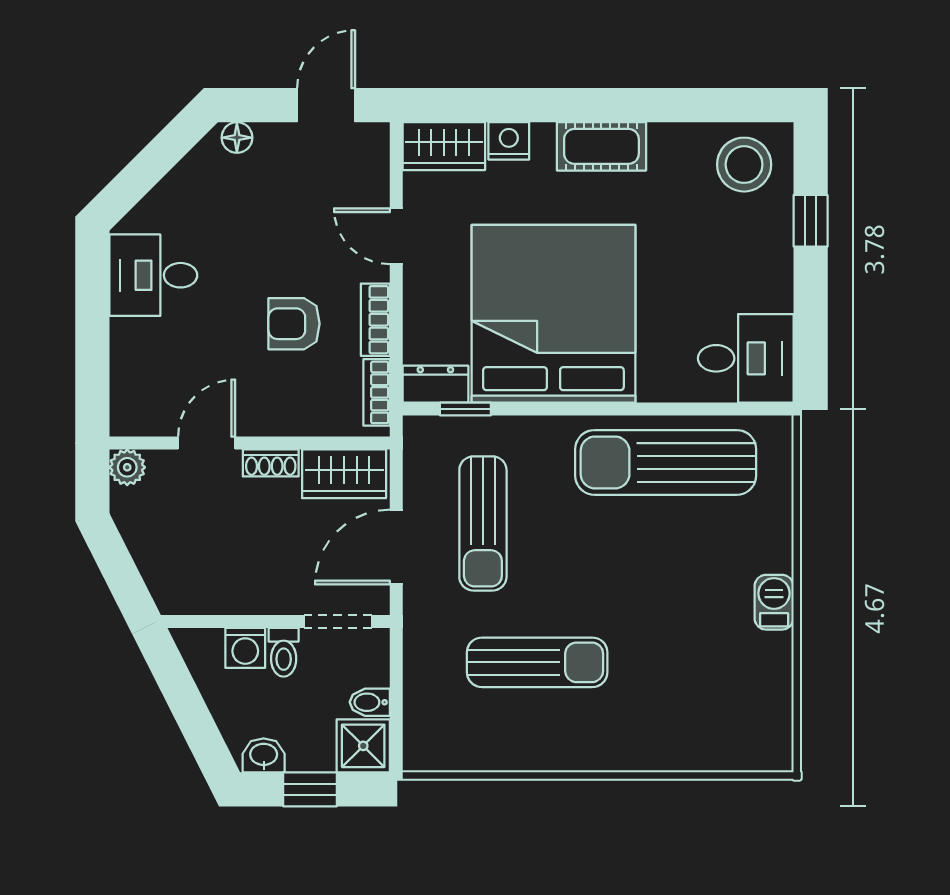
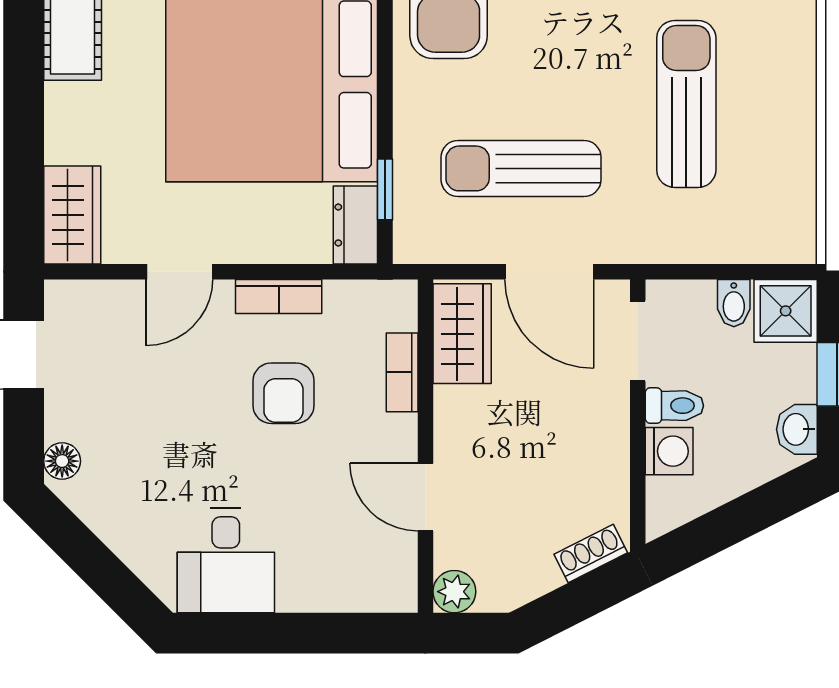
nightstand: (509, 141) -> (66, 138), removed
bookcase: (377, 392) -> (402, 372), moved, turned 90
shoe rack: (271, 463) -> (591, 554), moved, turned -117
sun lounger: (483, 523) -> (521, 168), turned 180

